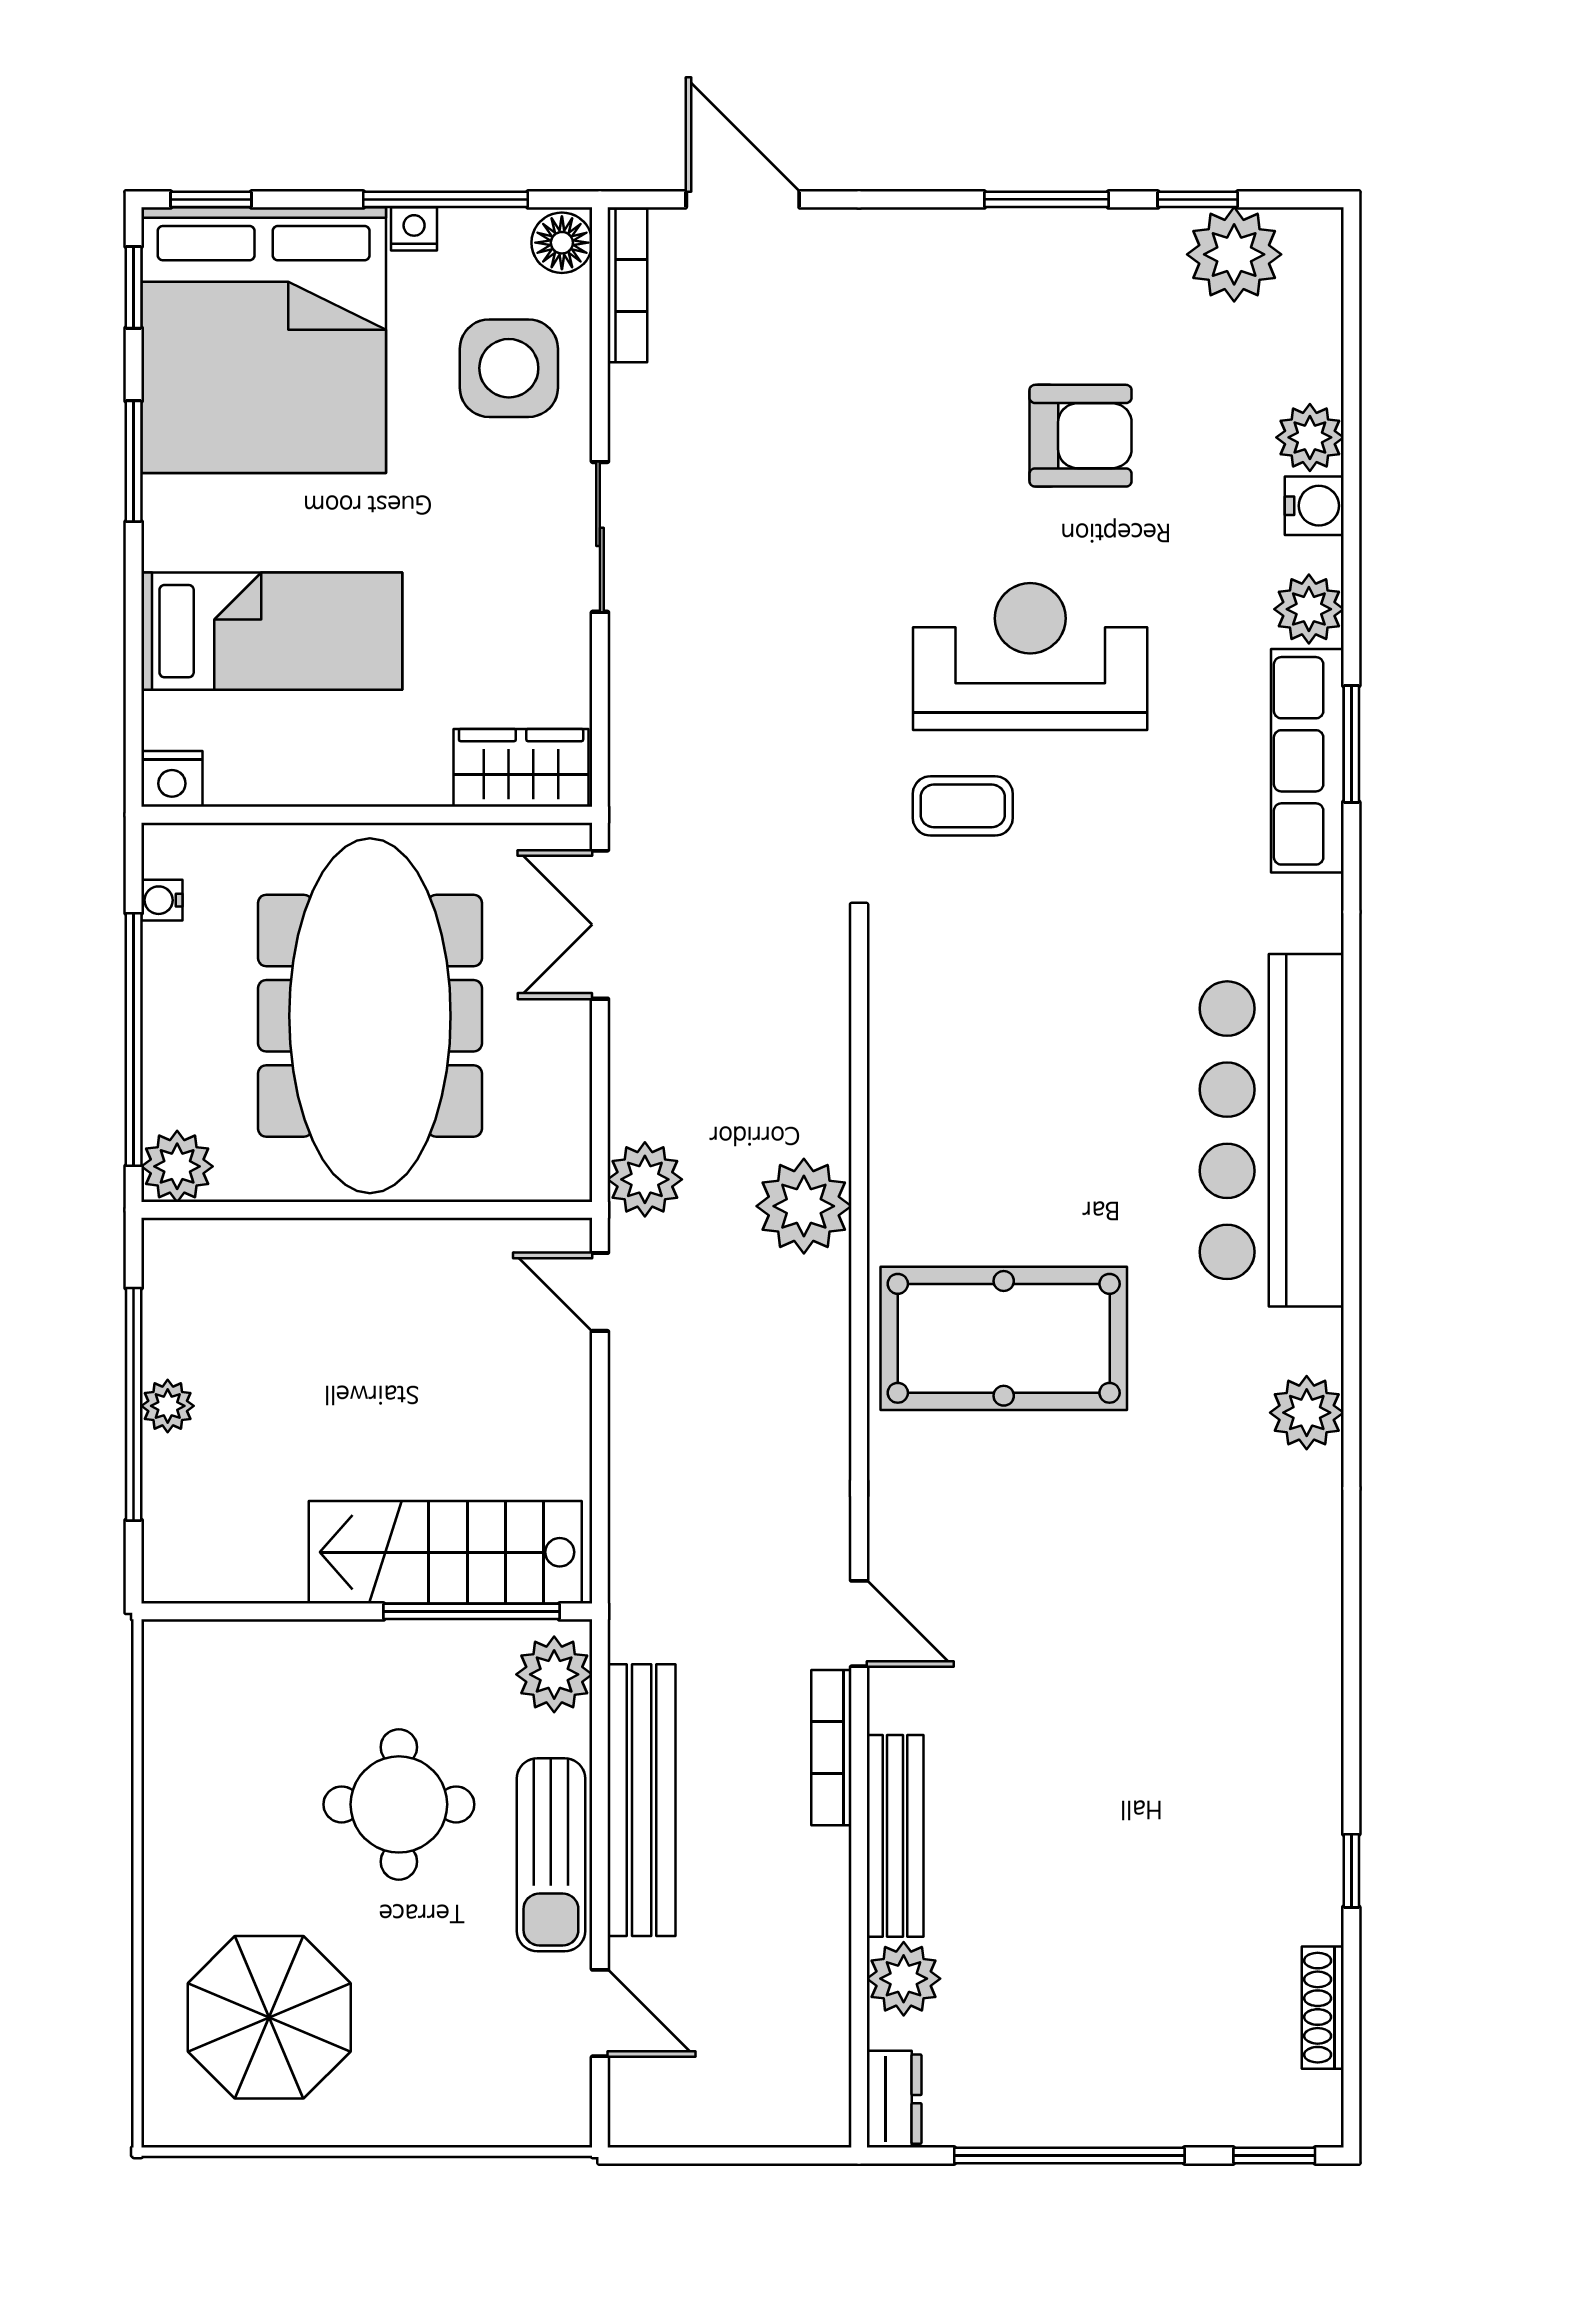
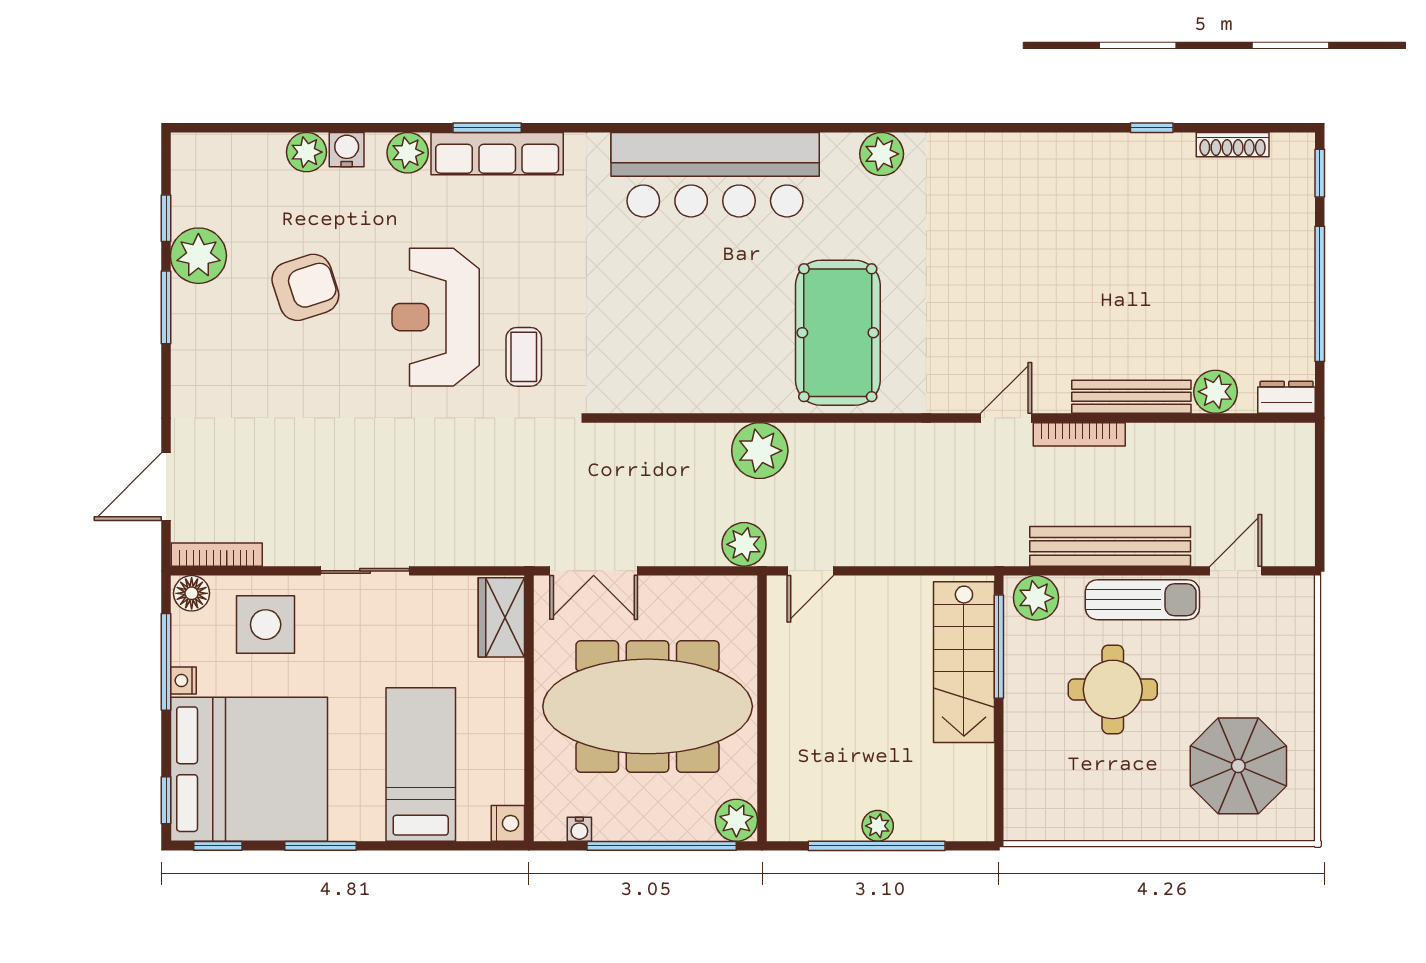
plant: (1234, 254) -> (198, 256), moved
armchair: (1081, 436) -> (305, 287), turned 72

